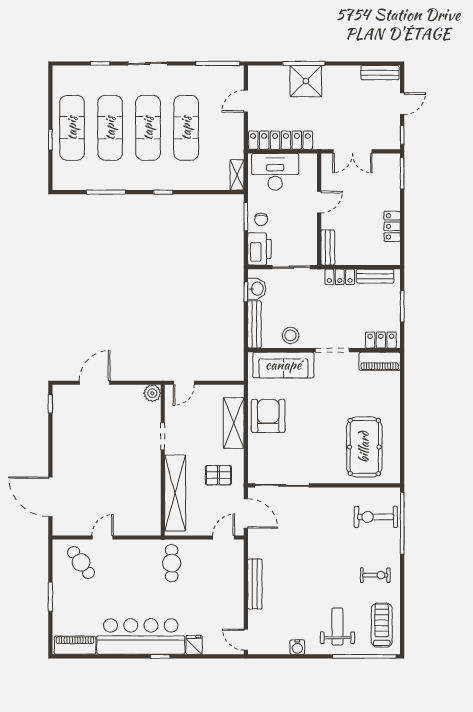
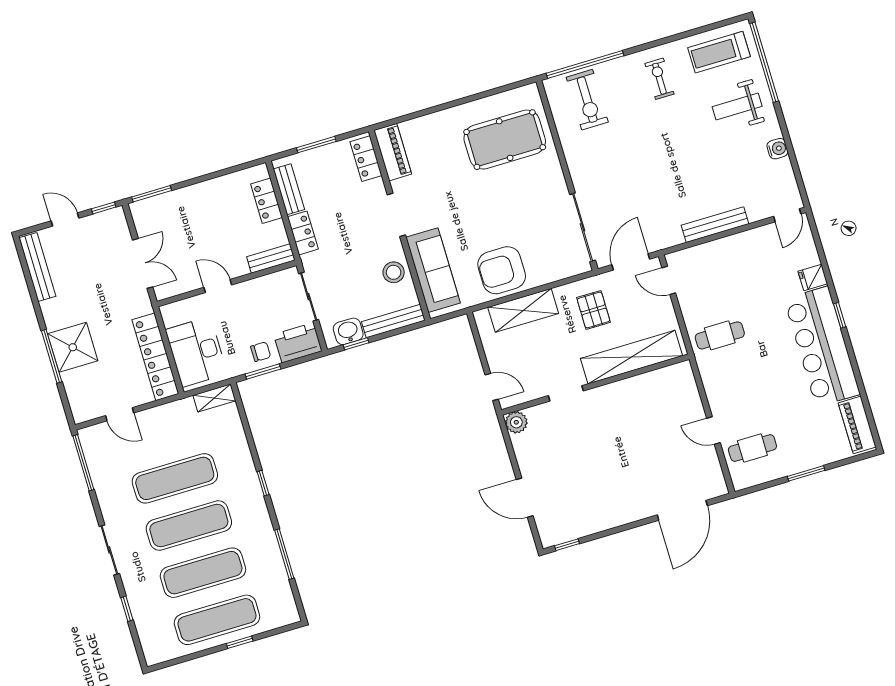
bench: (380, 73) -> (37, 267), width x1.36
locker: (392, 226) -> (267, 201), moved, turned 90
cafe table: (81, 562) -> (752, 448), turned 36

